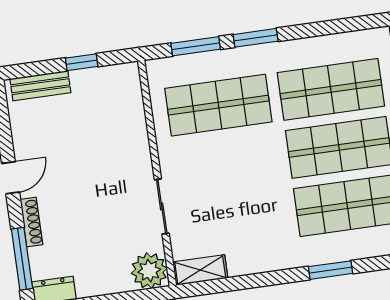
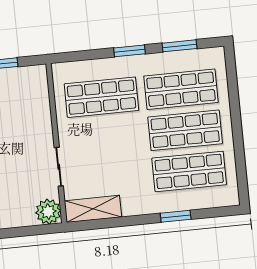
window: (196, 46) -> (180, 46), moved
shelving: (200, 270) -> (93, 209), width x1.50, depth x1.33

